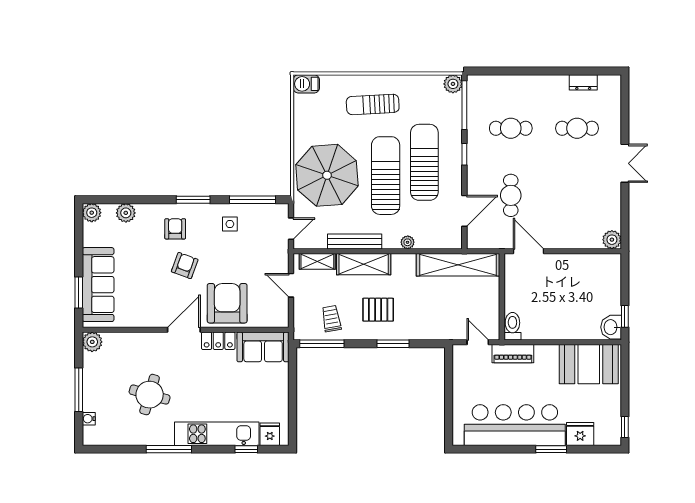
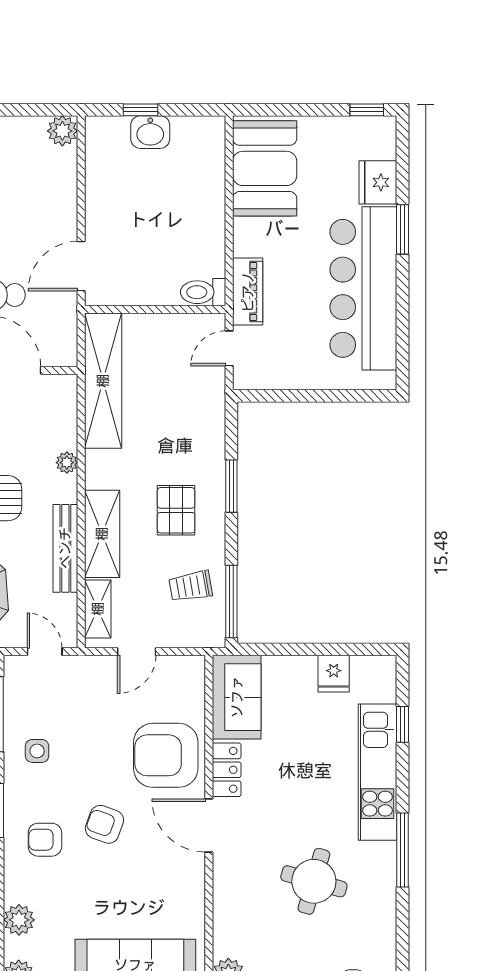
window: (625, 316) -> (140, 110), moved
washbasin: (611, 327) -> (150, 132), moved
fridge: (270, 434) -> (334, 674), moved, turned -90

